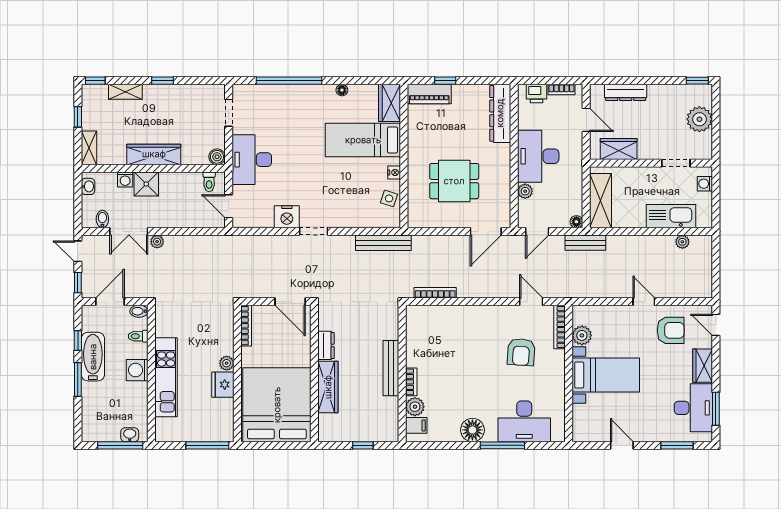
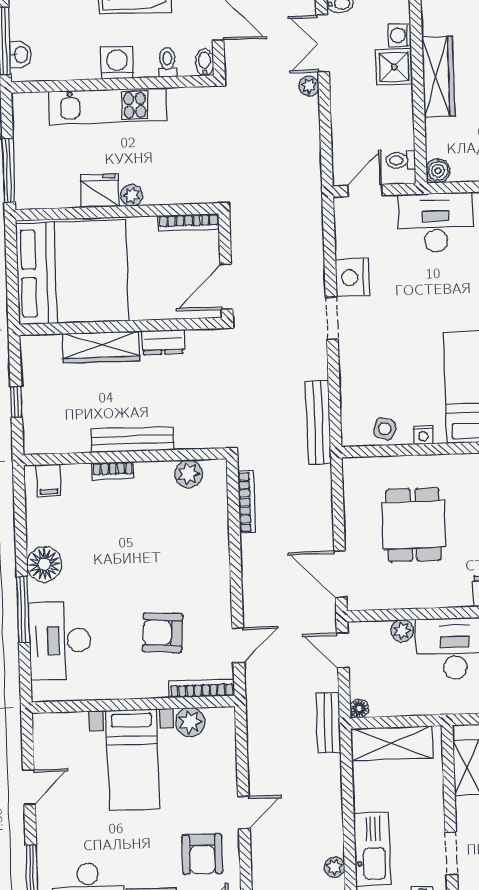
plant: (415, 407) -> (189, 474), moved

